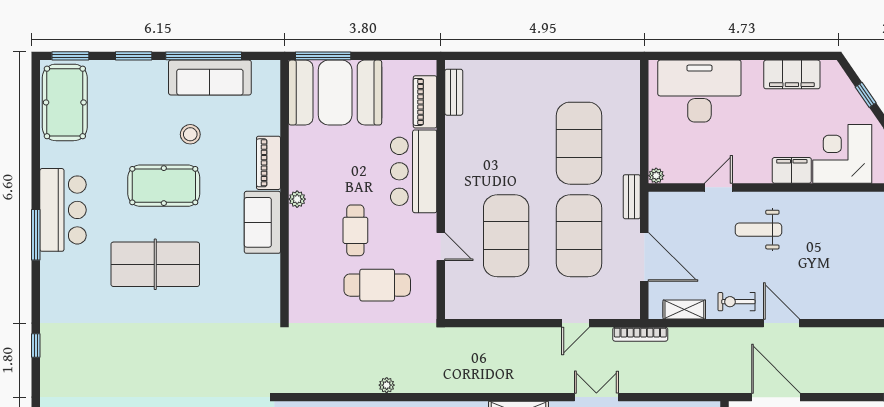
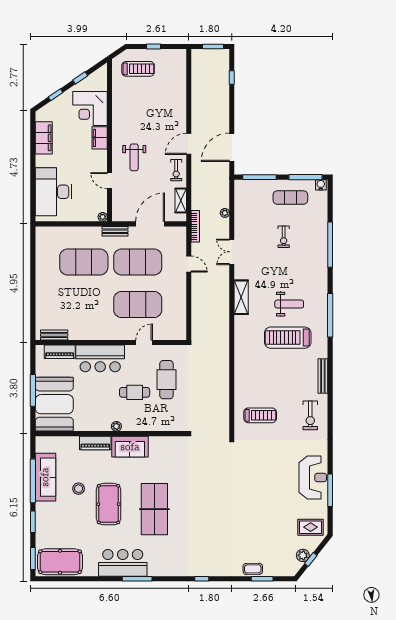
window: (323, 56) -> (33, 390), moved
plant: (387, 385) -> (225, 213), moved

